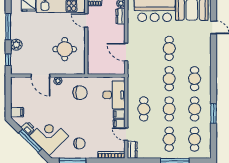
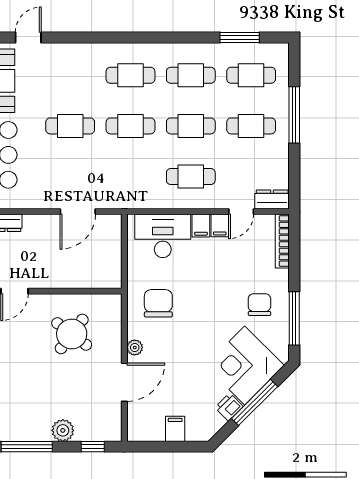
round table: (65, 49) -> (72, 334), turned 37
filing cabinet: (17, 112) -> (175, 429), moved
window: (214, 114) -> (240, 38), moved

